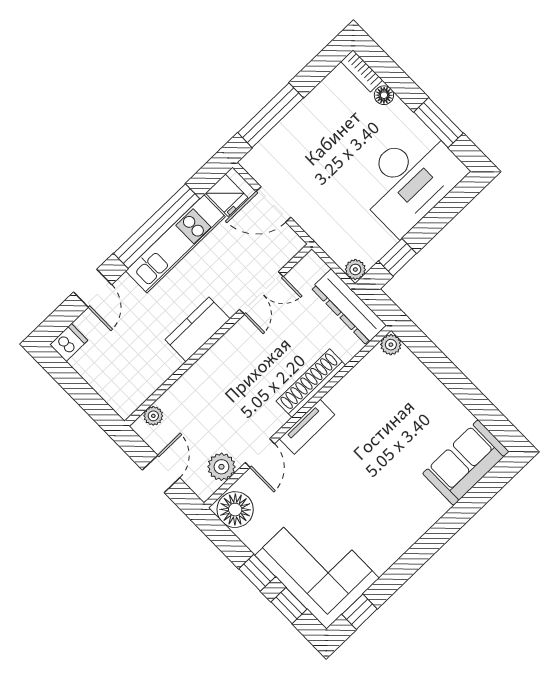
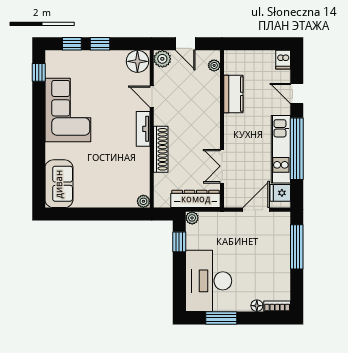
dresser: (349, 307) -> (196, 199), moved
kitchen counter: (198, 329) -> (233, 94), moved
plant: (221, 467) -> (162, 59), moved
corner sofa: (317, 567) -> (68, 110), moved, turned -90

